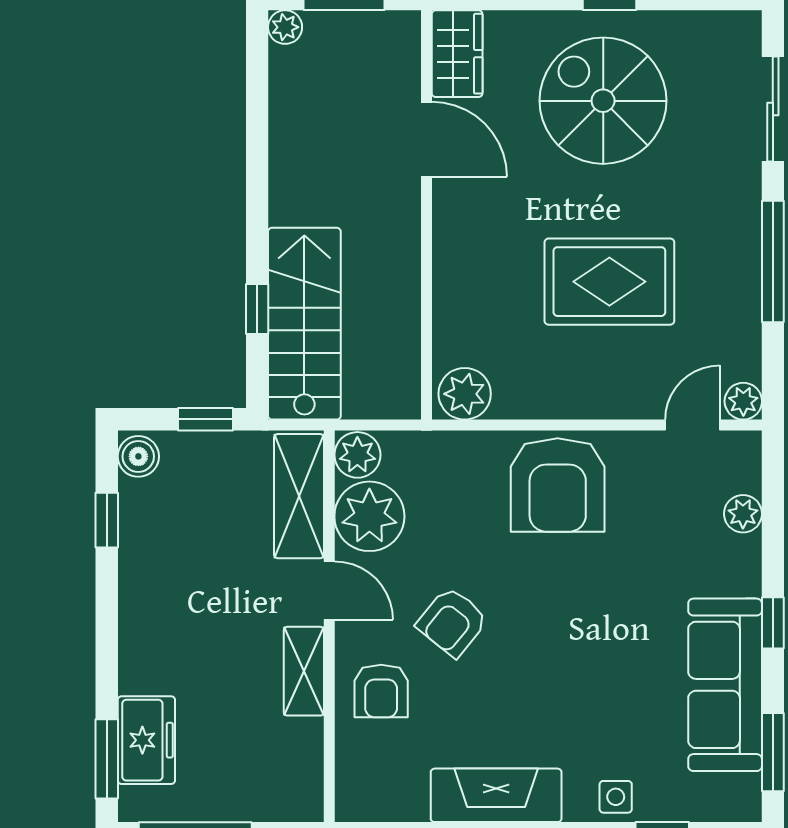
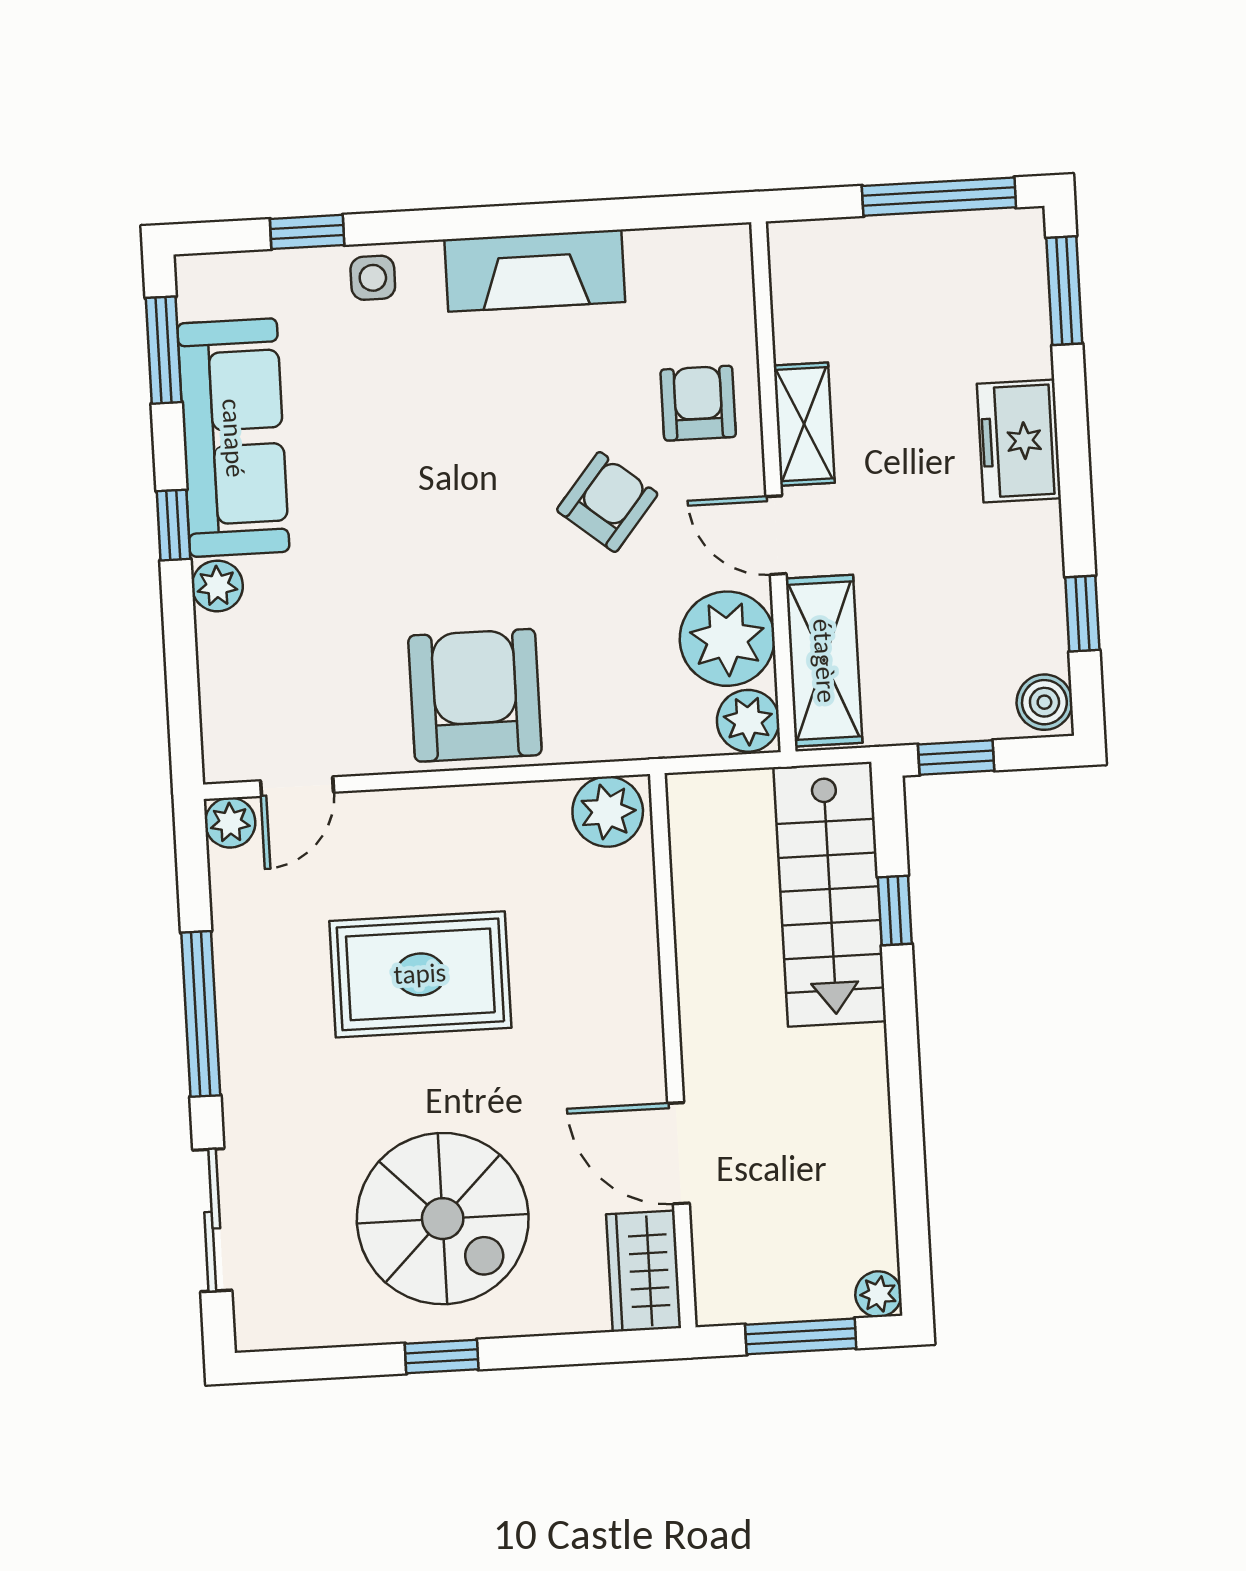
plant: (743, 514) -> (217, 586), moved
freezer: (146, 740) -> (1019, 441), moved

